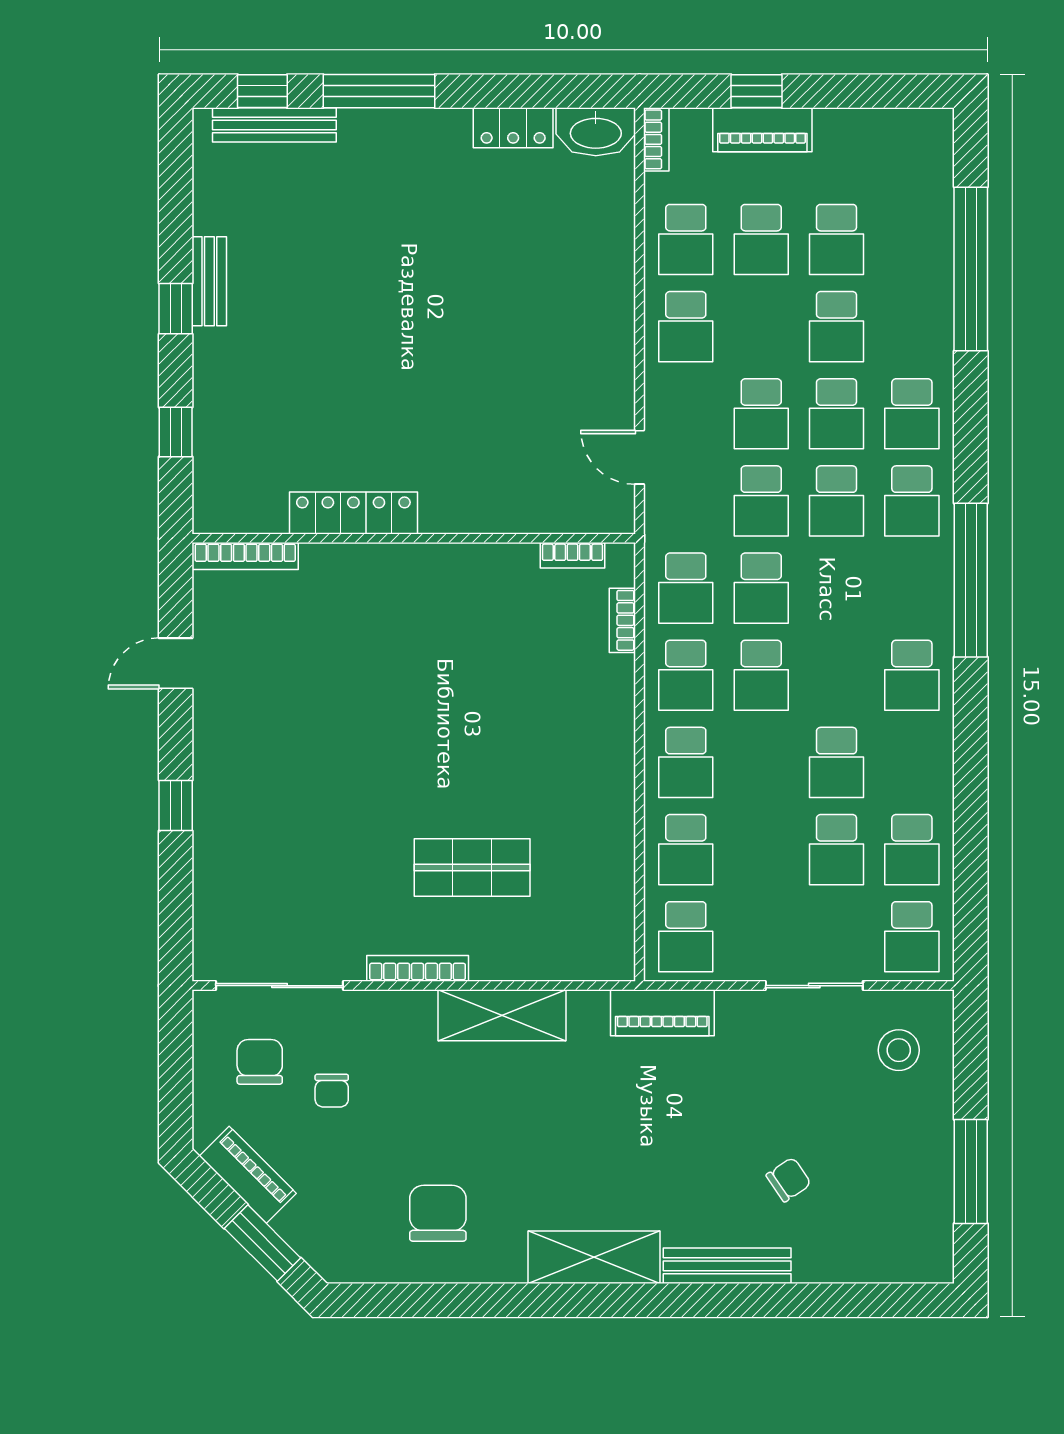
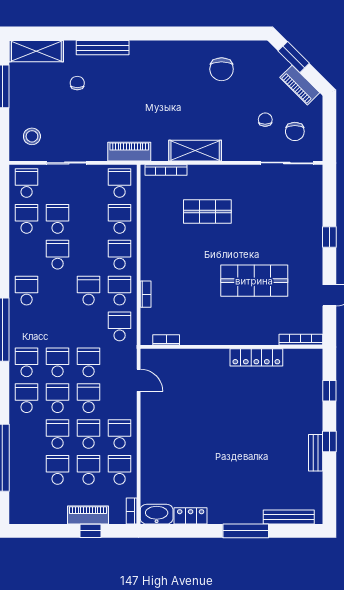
window: (262, 91) -> (294, 531), removed
school desk: (761, 588) -> (89, 434), moved
bookcase: (622, 620) -> (146, 294), moved
shop shelf: (359, 699) -> (254, 281), added
bookcase: (418, 968) -> (166, 170), moved
chair: (789, 1180) -> (77, 83), turned 124
shelving: (594, 1257) -> (36, 51), moved

